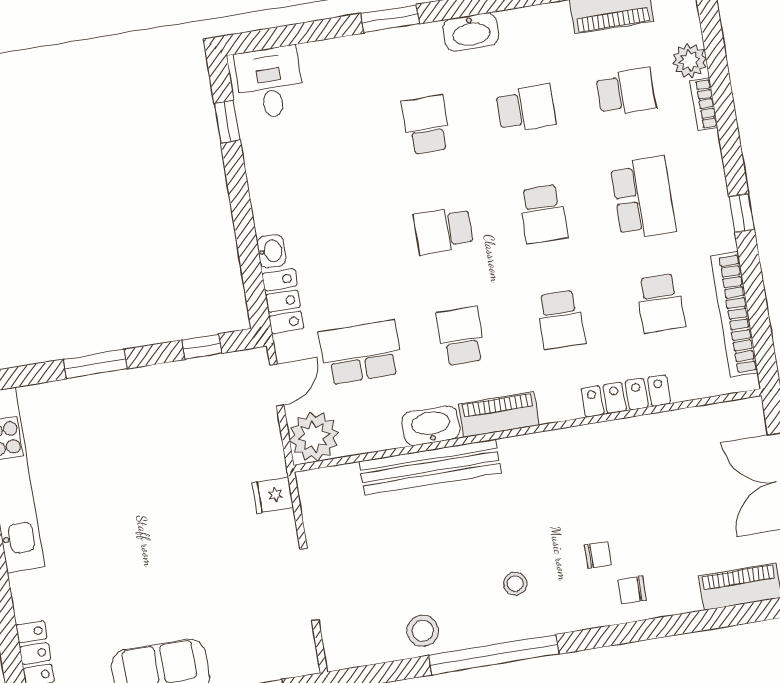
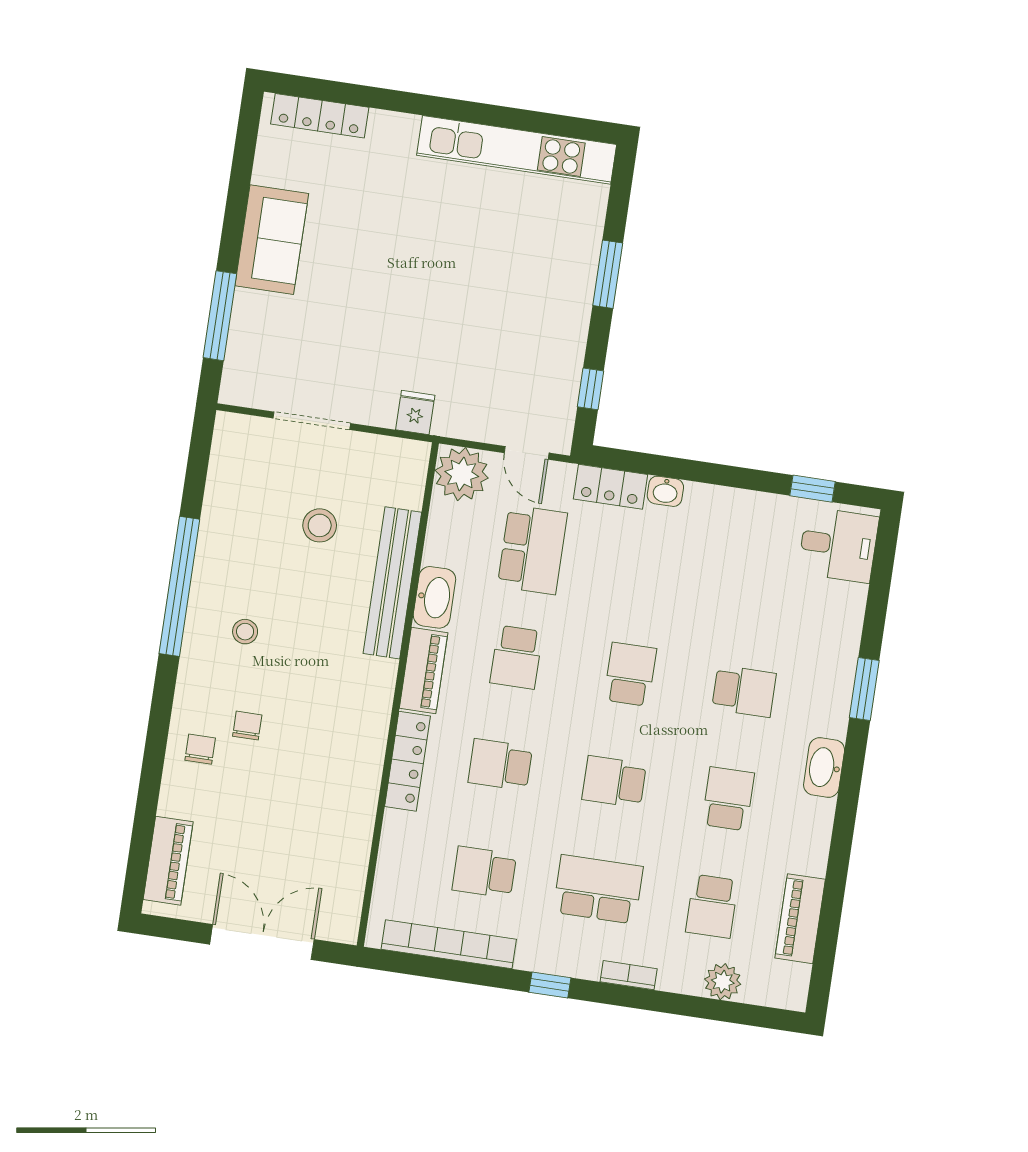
bookcase: (704, 104) -> (629, 975), moved
school desk: (526, 108) -> (728, 799), turned 180
school desk: (643, 198) -> (598, 889), turned 180
school desk: (461, 336) -> (516, 657), turned 90
locker: (626, 396) -> (408, 761), moved
chair: (598, 555) -> (247, 726), turned 180
stool: (423, 631) -> (320, 525), moved

